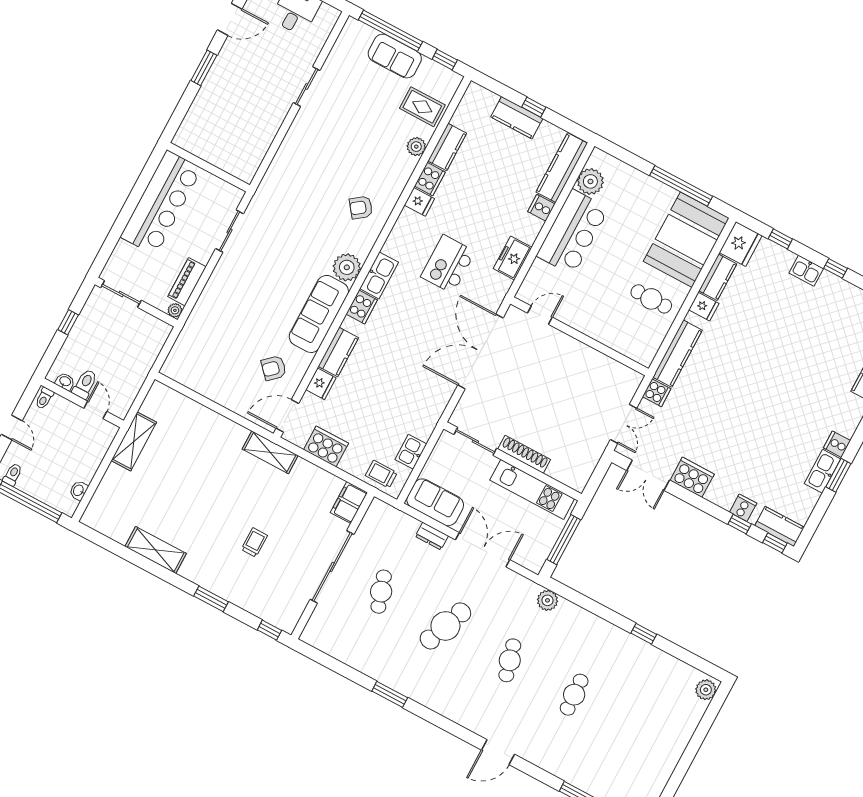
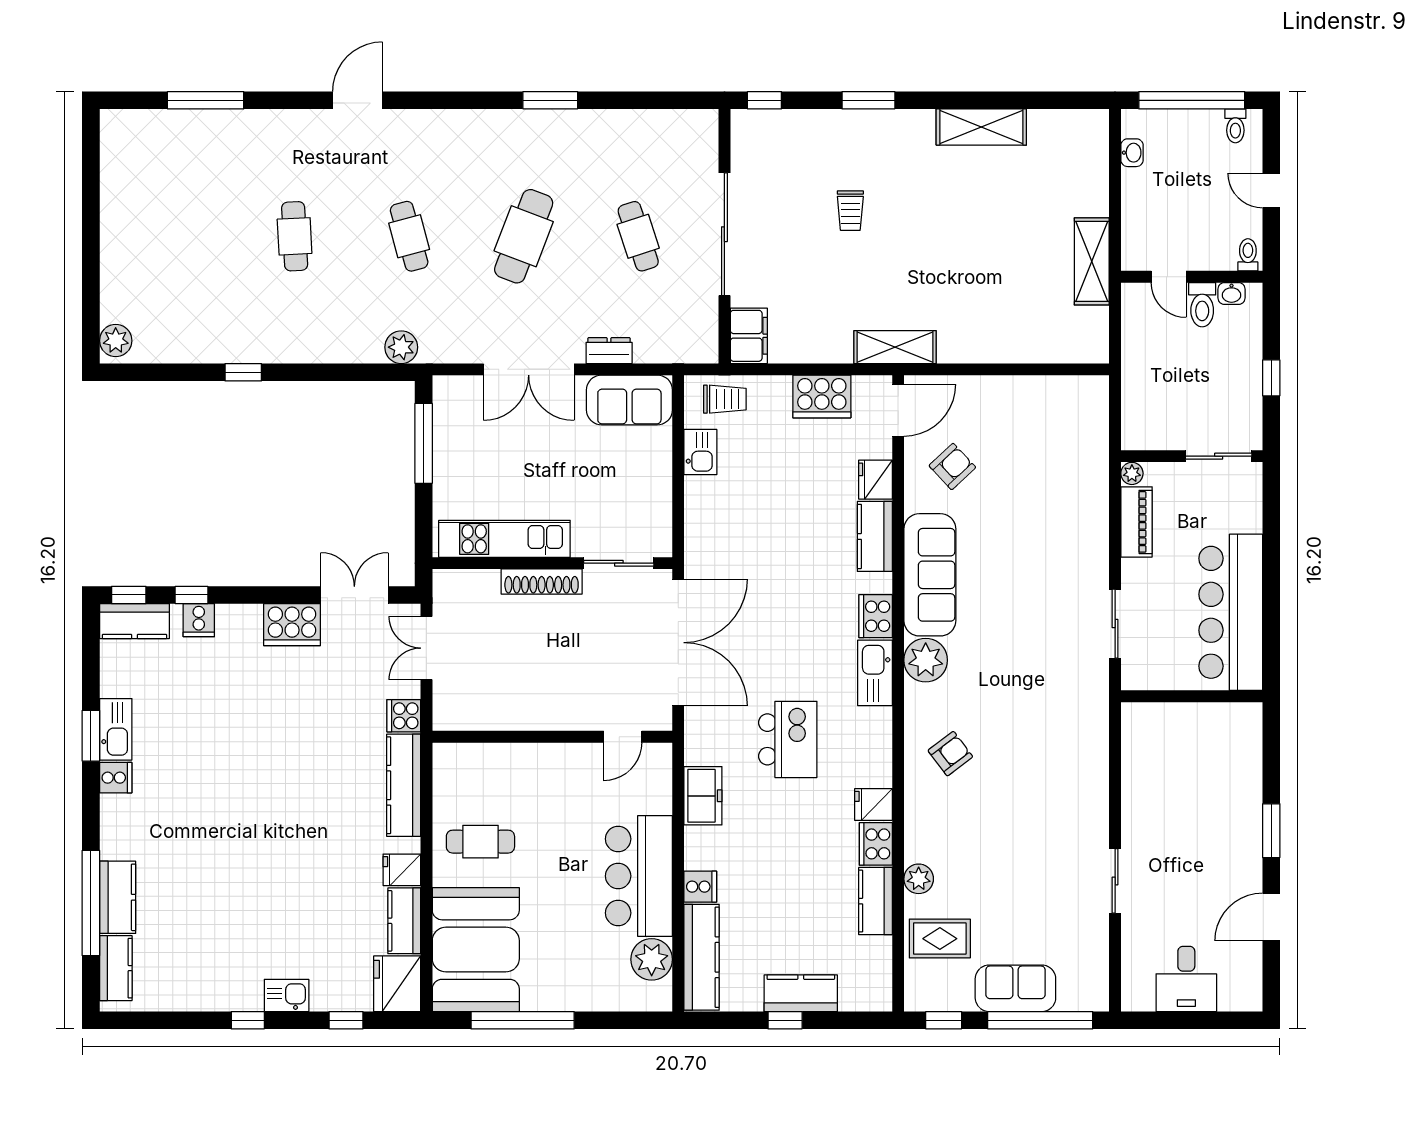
sliding door: (475, 441) -> (619, 563), moved
shoe rack: (524, 454) -> (542, 581), moved
wall: (513, 461) -> (552, 563), moved
kitchen unit: (532, 489) -> (504, 539), moved

